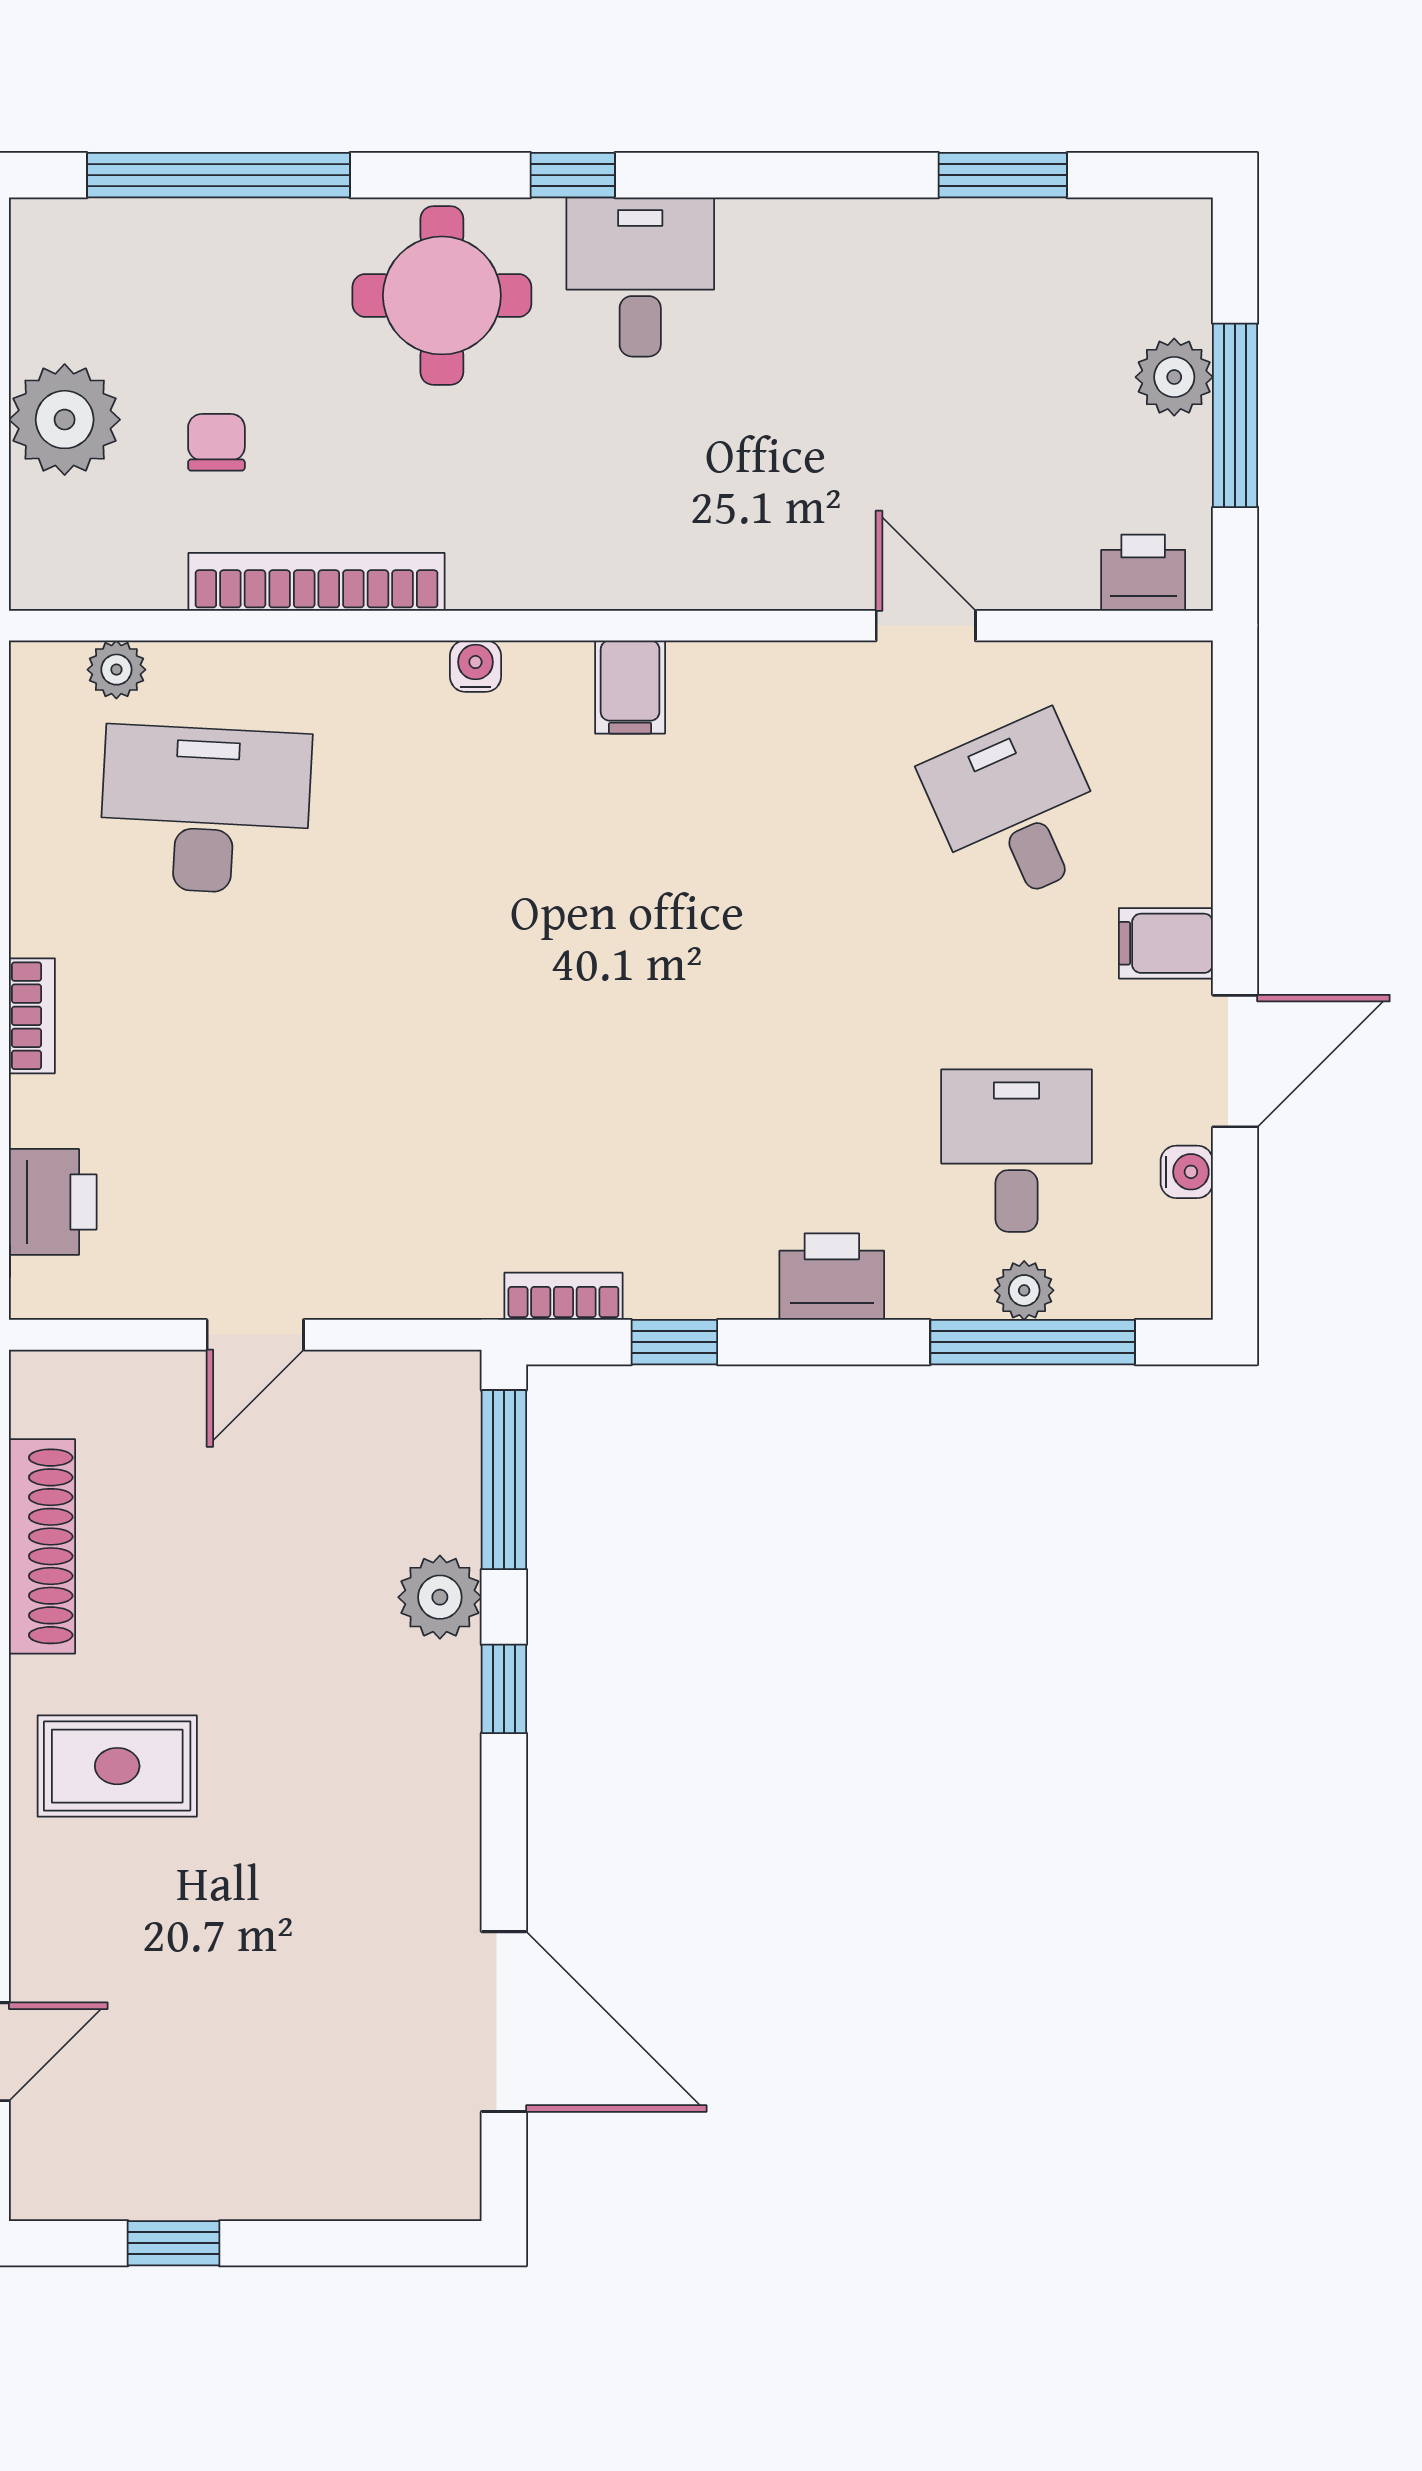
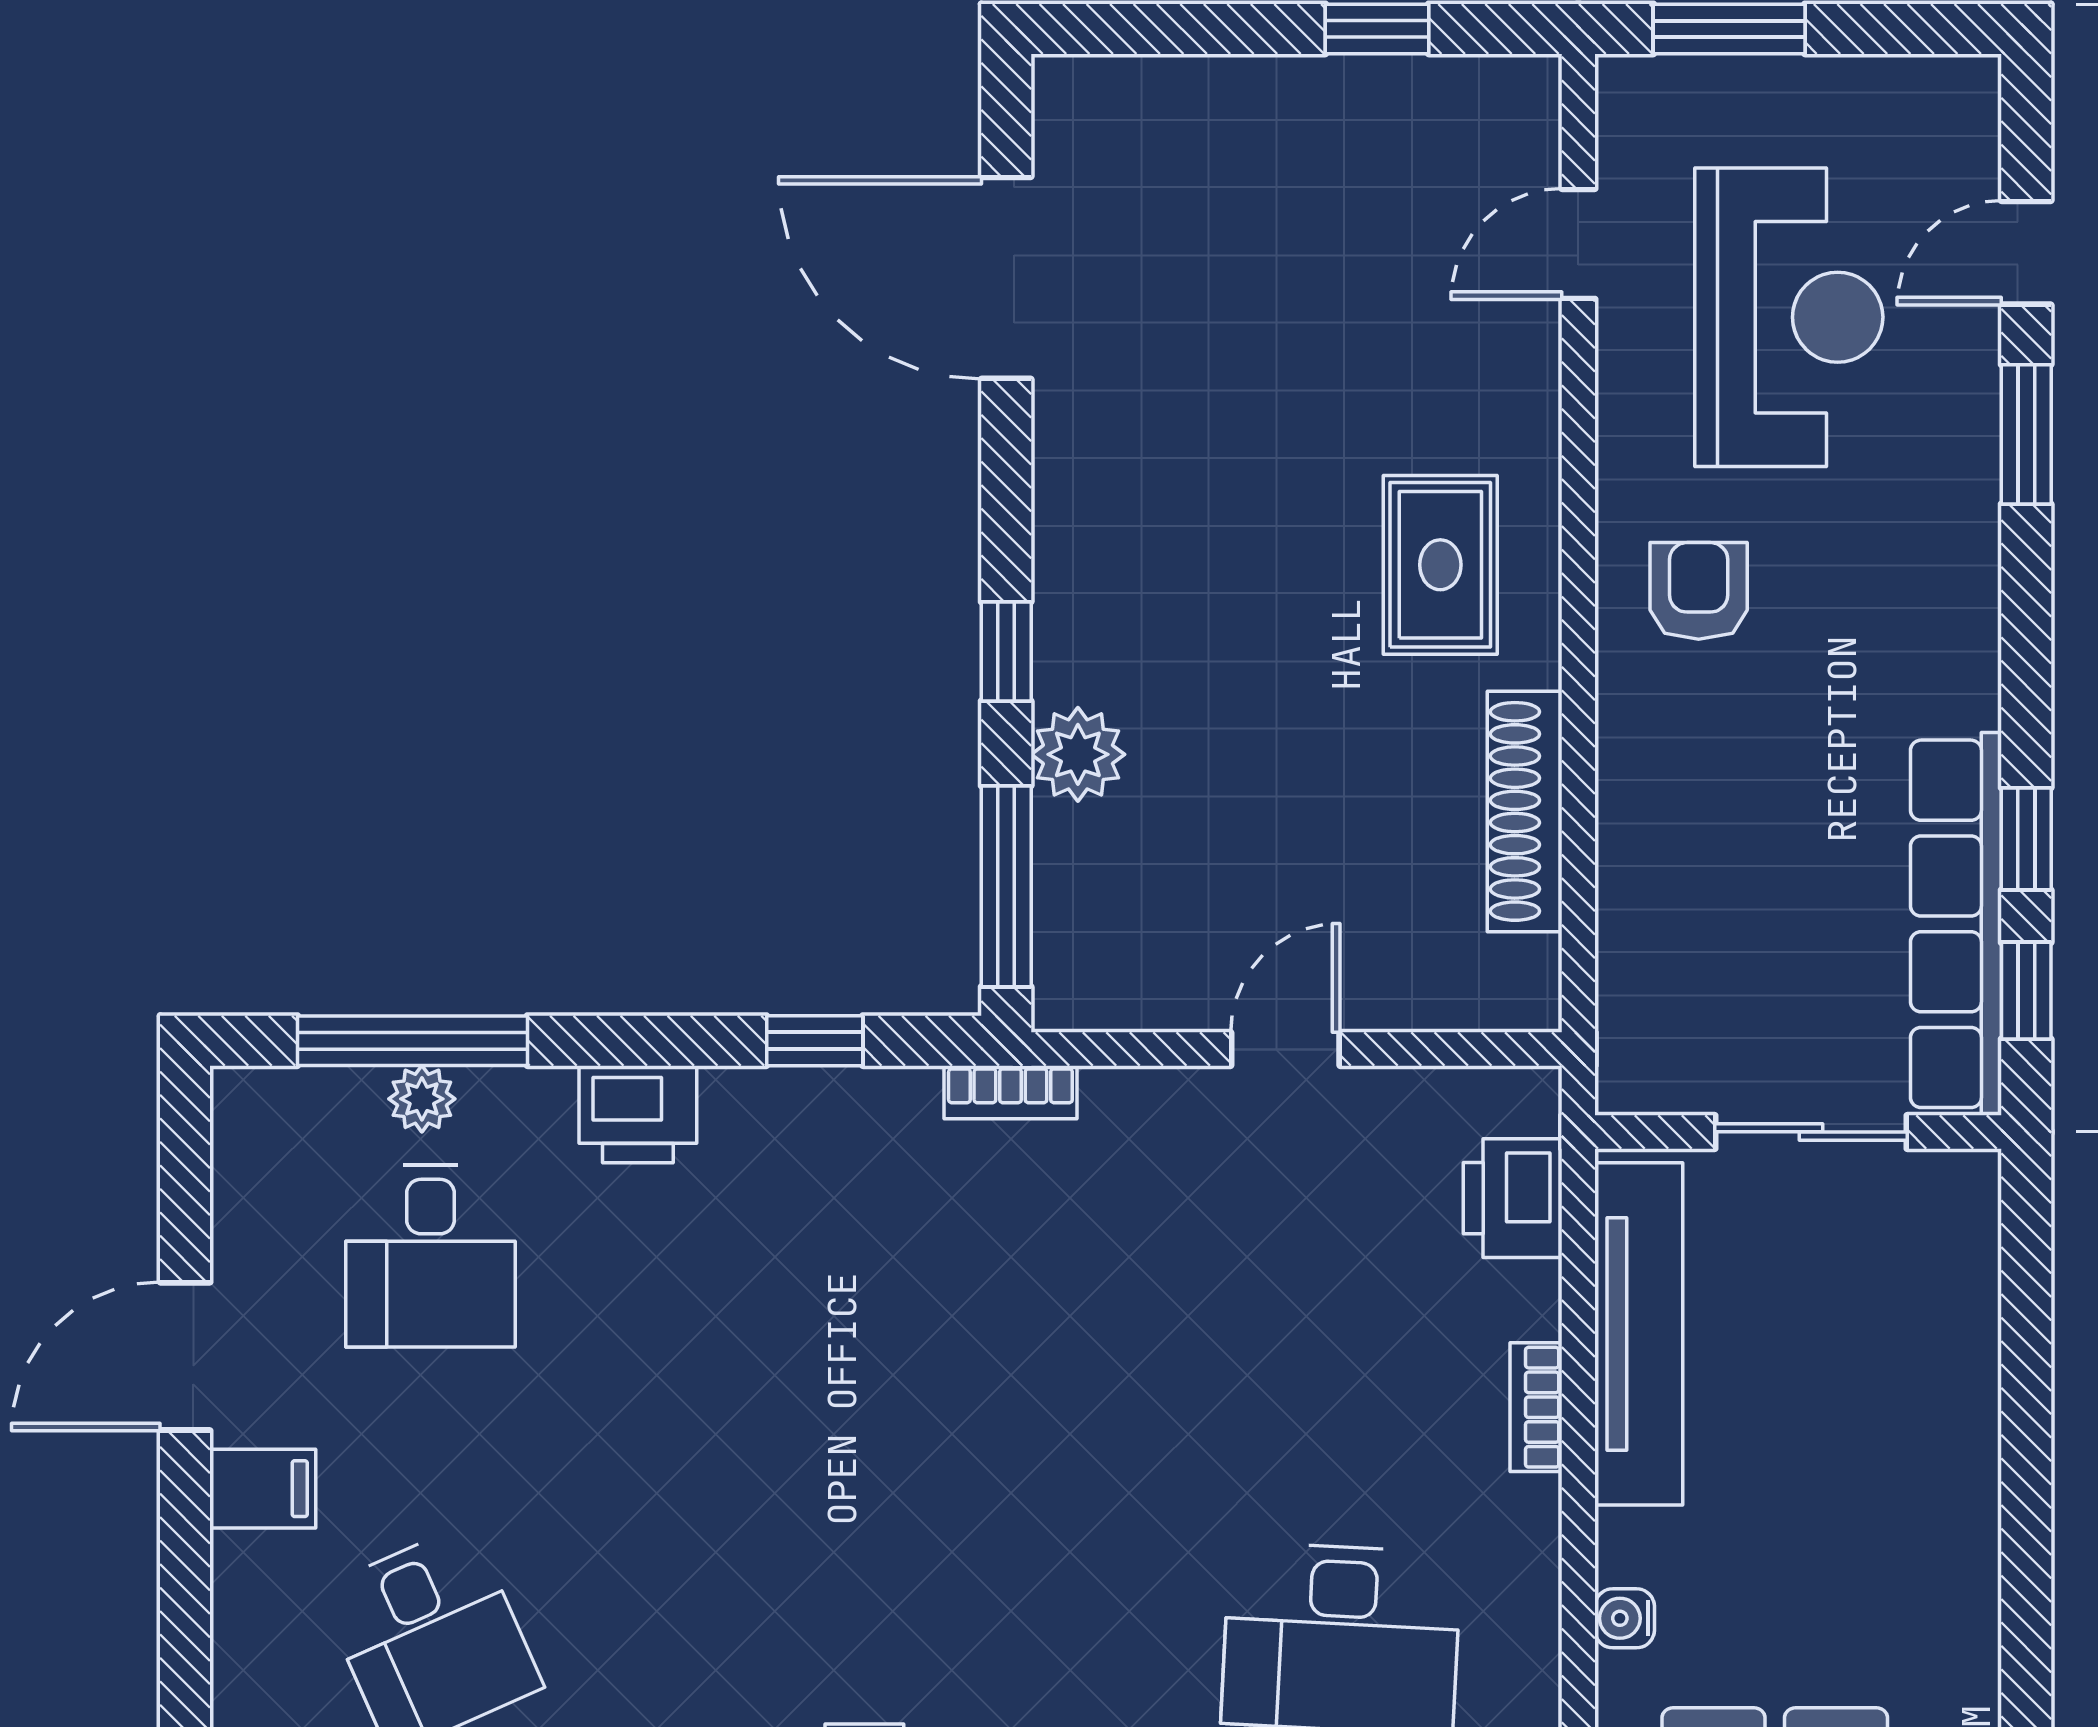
water cooler: (1187, 1172) -> (239, 1232), removed
bookcase: (563, 1296) -> (1010, 1092), moved
rug: (117, 1766) -> (1440, 565), turned 90

